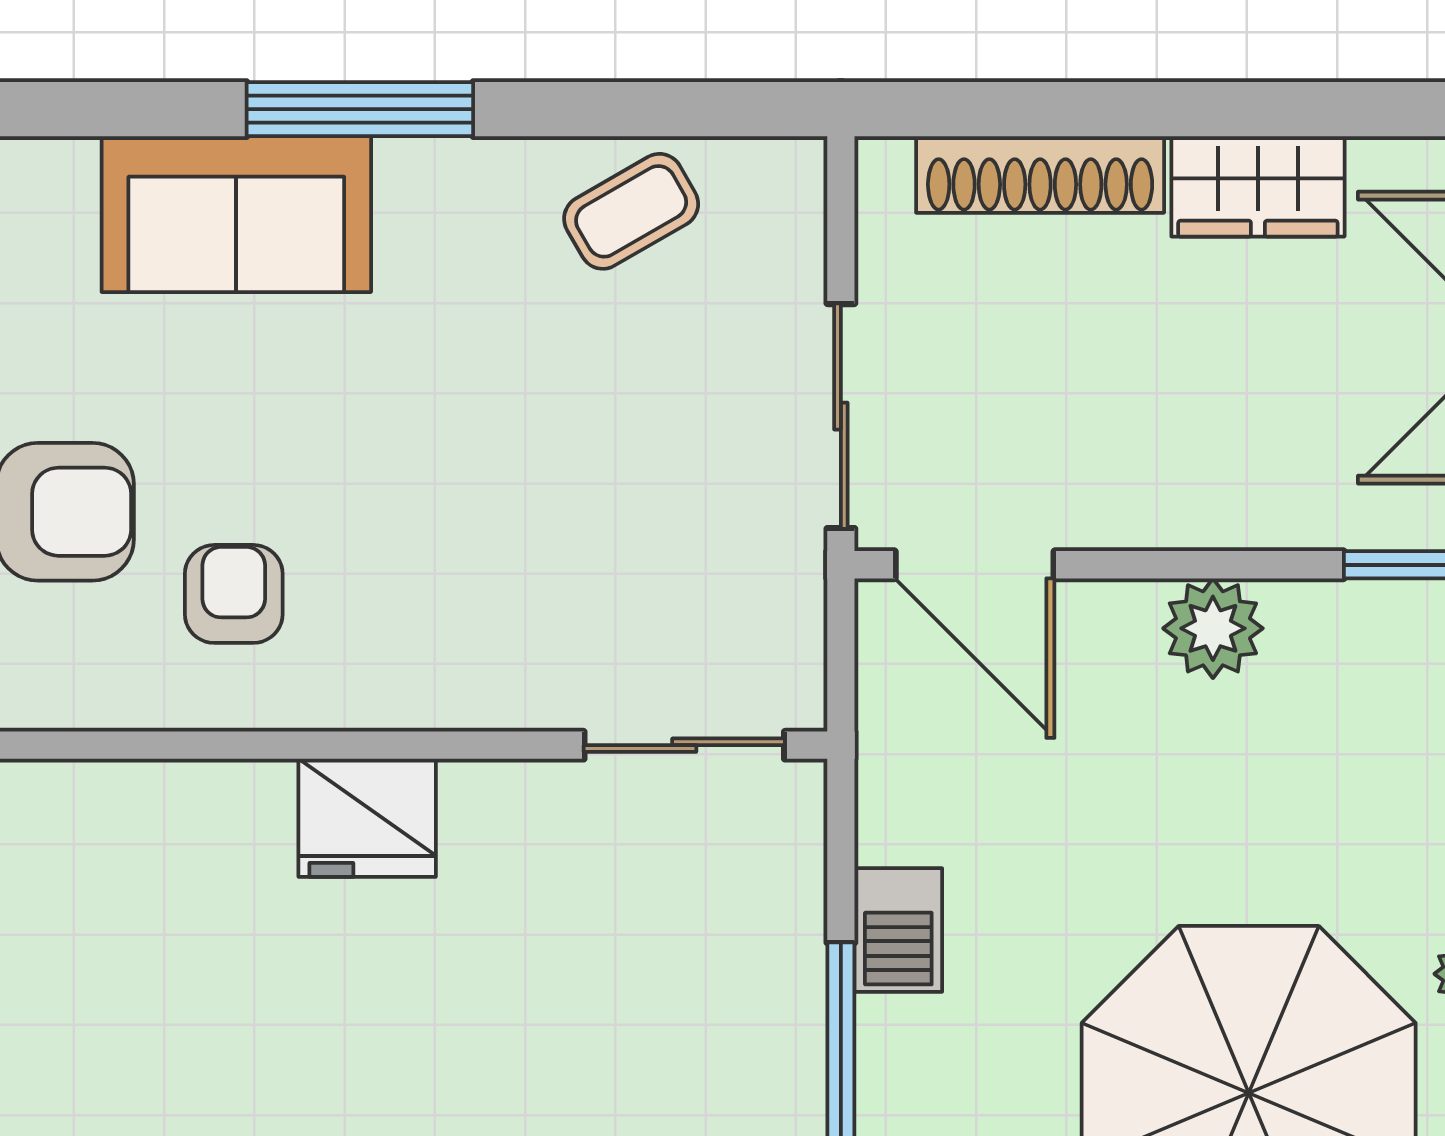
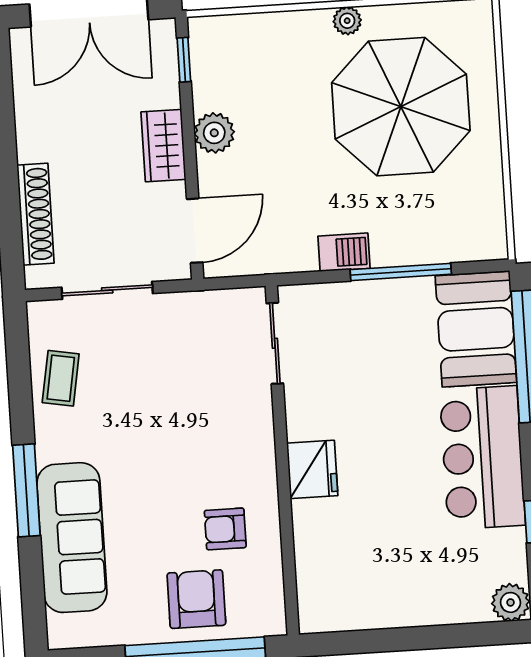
wardrobe: (1258, 186) -> (163, 146), moved, turned 180
coffee table: (631, 211) -> (61, 378), turned 40
sofa: (236, 214) -> (72, 538), width x1.36
sliding door: (841, 416) -> (107, 290), moved

